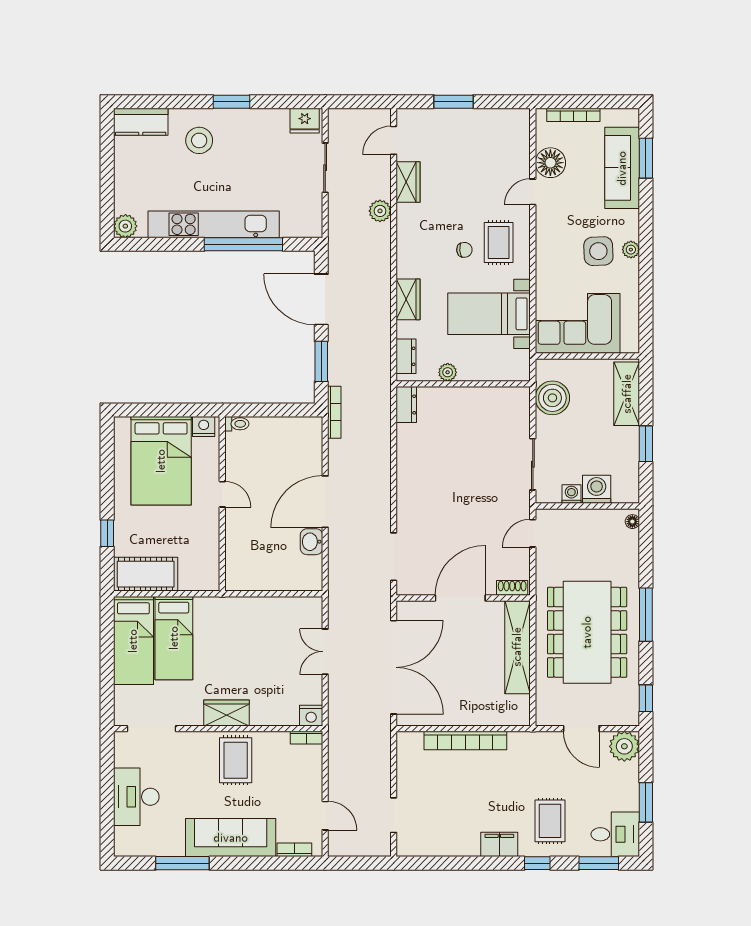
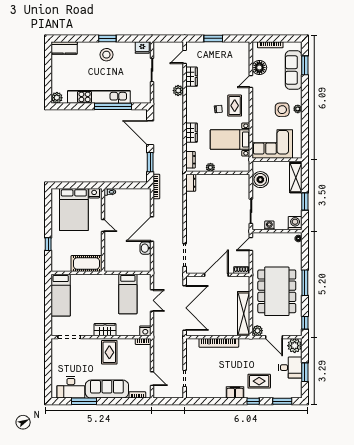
stool: (199, 140) -> (106, 55), moved
washing machine: (597, 489) -> (295, 223), moved
cot: (146, 574) -> (87, 264), moved
bed: (174, 638) -> (128, 294), moved
shelving: (517, 647) -> (244, 314), moved
double door: (325, 652) -> (152, 300), swing flipped
plant: (546, 715) -> (257, 331), added
desk: (136, 797) -> (71, 387), moved, turned -90
rug: (550, 821) -> (259, 381), turned 90
desk: (615, 834) -> (290, 368), moved

